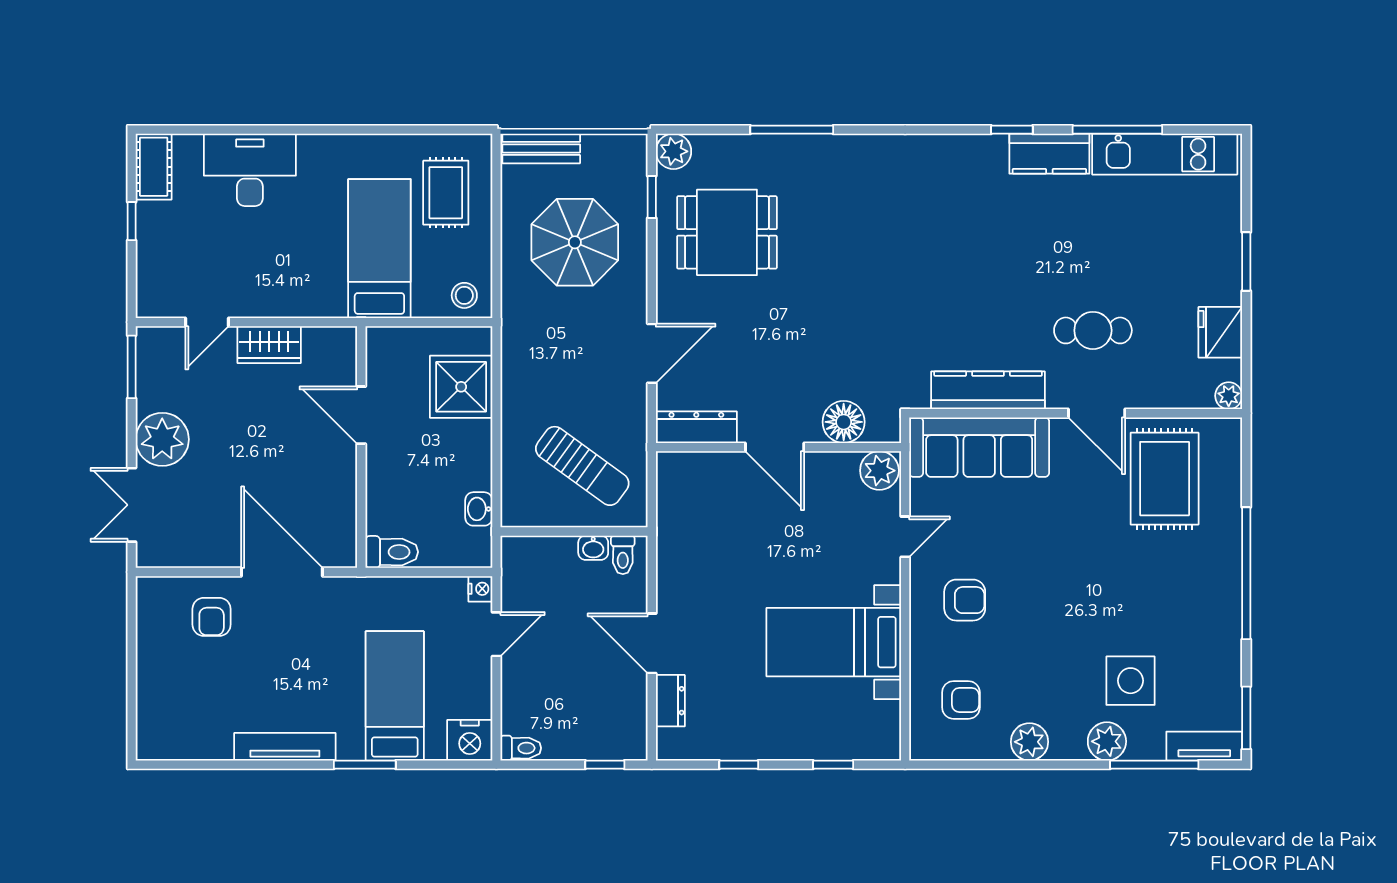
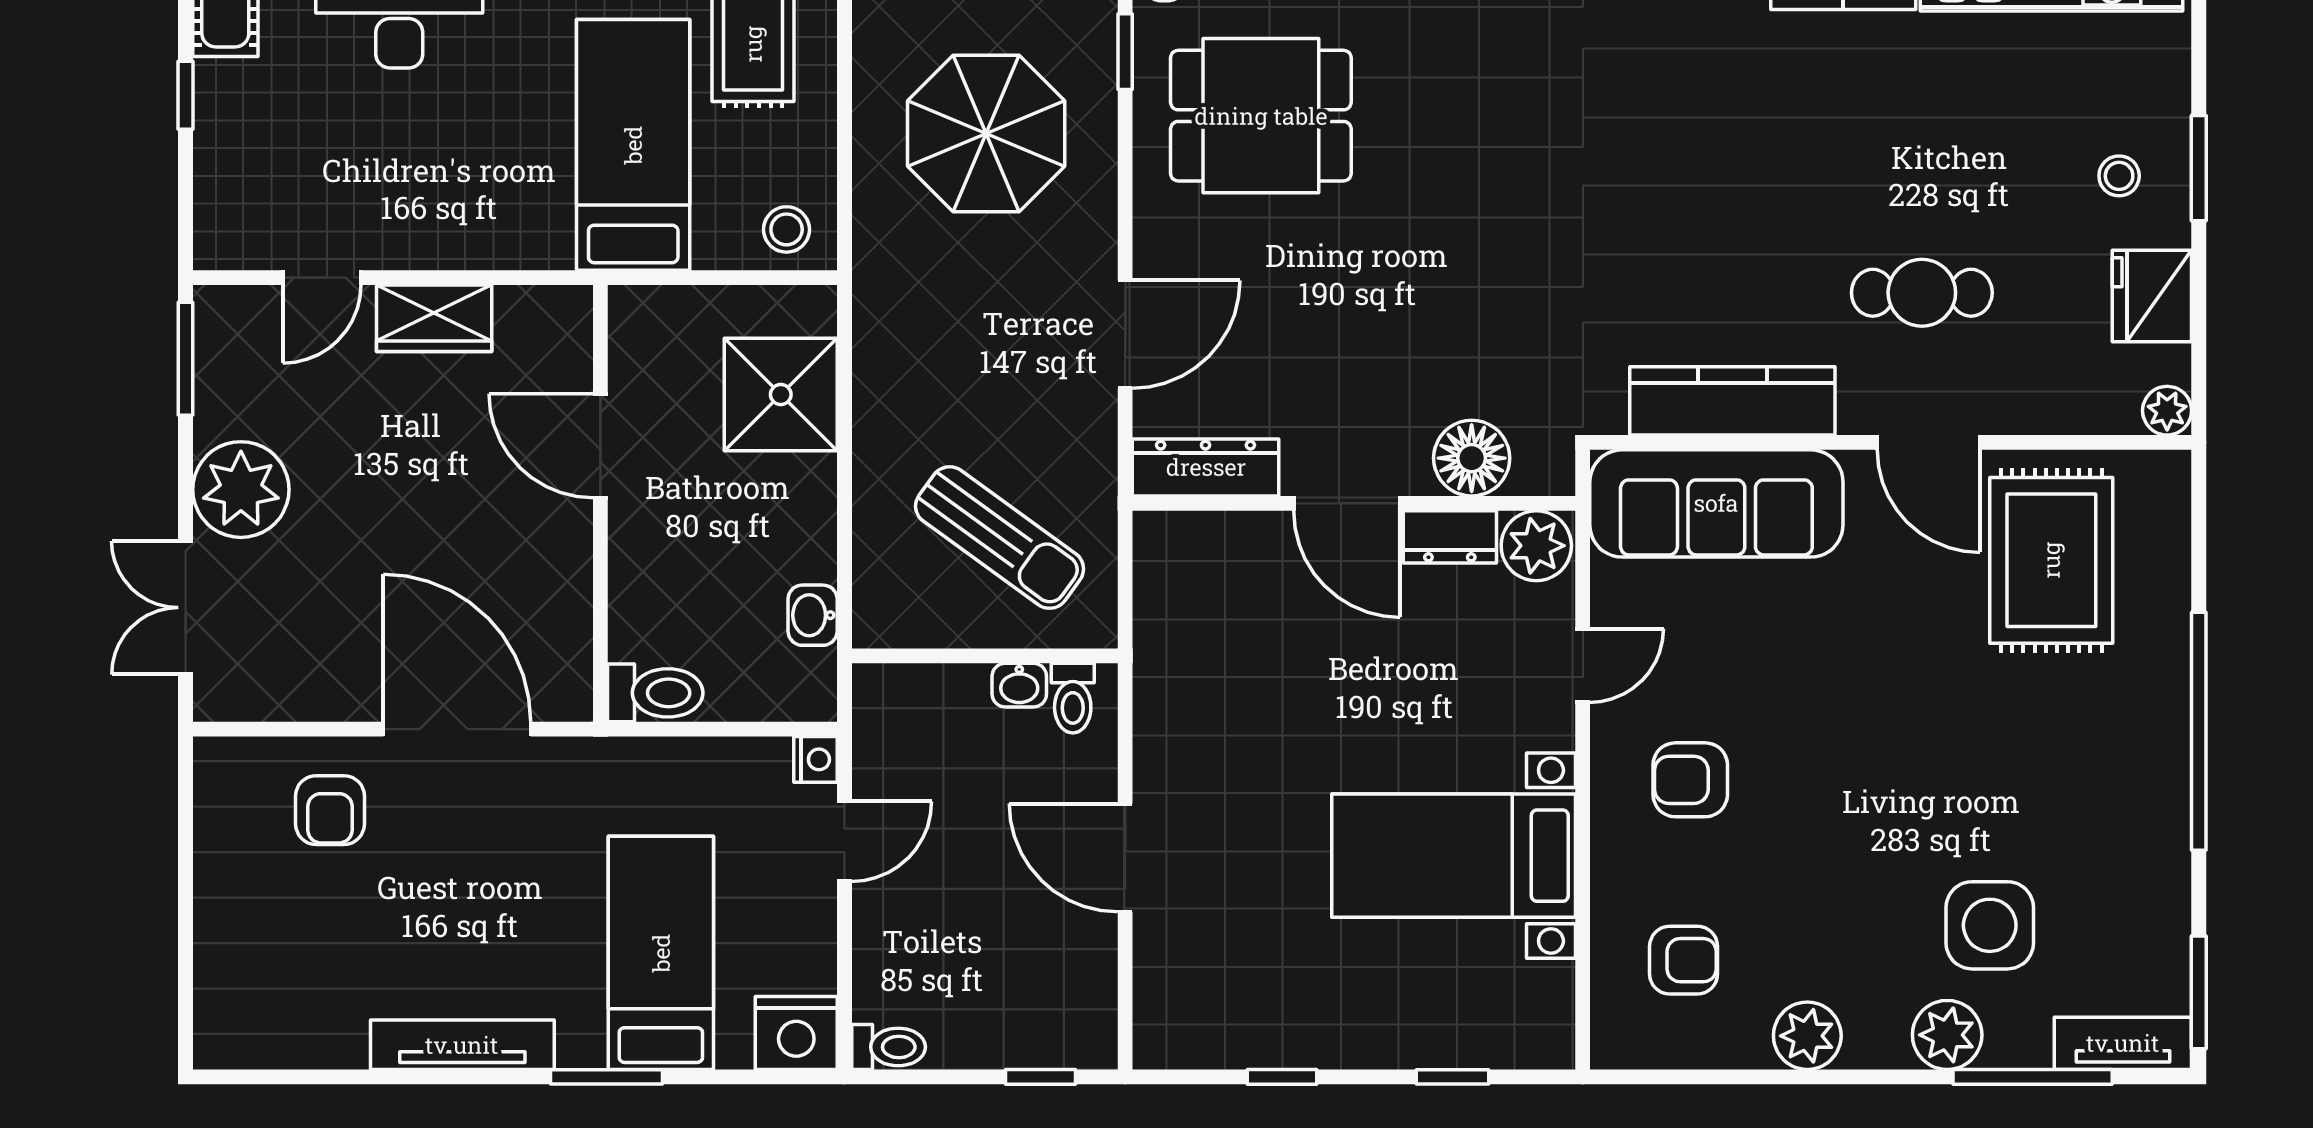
stool: (1202, 266) -> (2119, 176), added
armchair: (965, 600) -> (1690, 780), turned 180
dresser: (670, 701) -> (1450, 537), moved, turned 90

